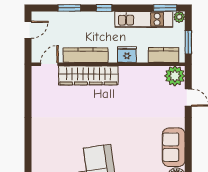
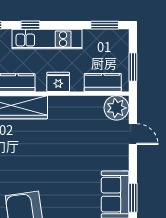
plant: (179, 17) -> (122, 36), removed
kitchen unit: (144, 19) -> (47, 39), moved
window: (188, 150) -> (133, 198), added

